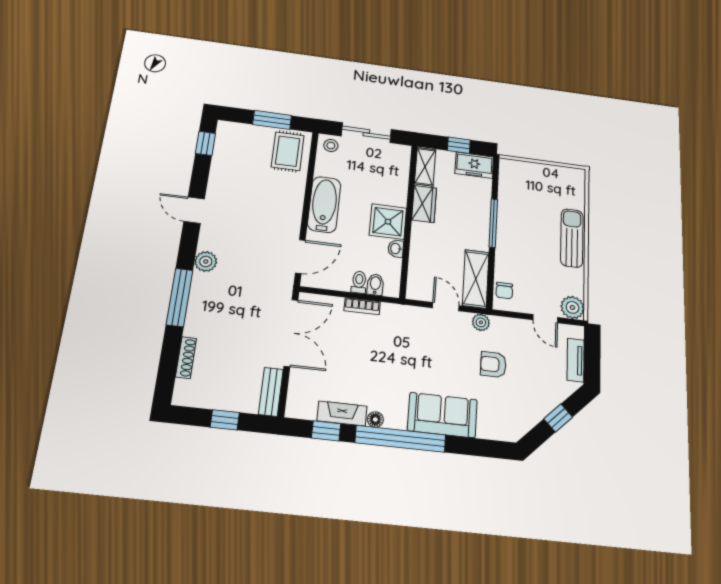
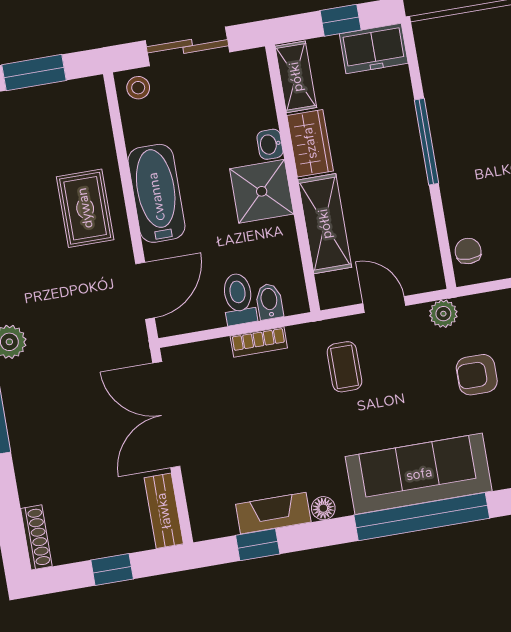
rug: (288, 151) -> (85, 208), moved
washbasin: (396, 249) -> (270, 144), moved
shelving: (476, 279) -> (325, 224), moved
toilet: (359, 282) -> (239, 299), width x1.37, depth x1.39
chair: (504, 291) -> (468, 251), turned 180
double door: (291, 333) -> (166, 415), swing flipped
coffee table: (412, 336) -> (344, 367), added
shoe rack: (186, 358) -> (36, 537), moved
sofa: (442, 415) -> (419, 474), width x1.36
window: (400, 439) -> (422, 517), moved

